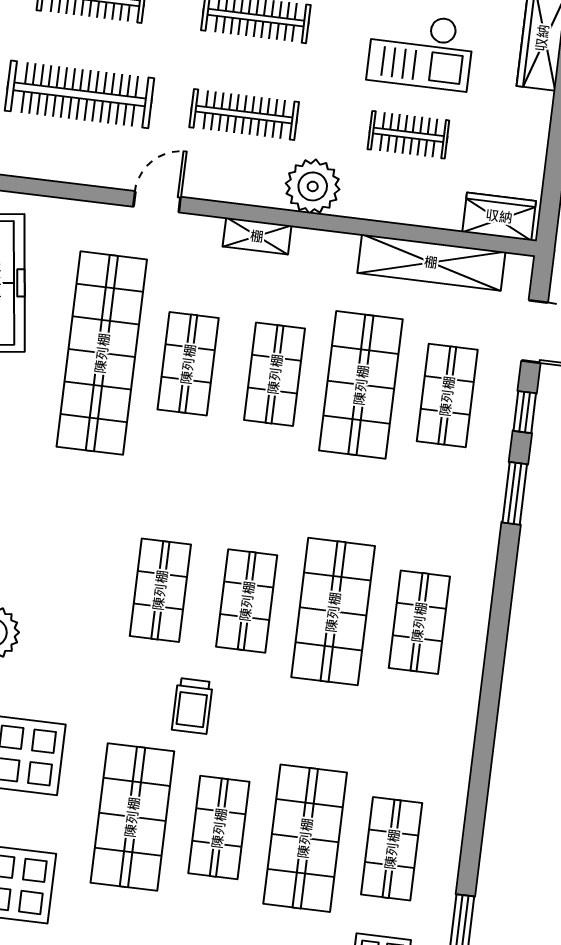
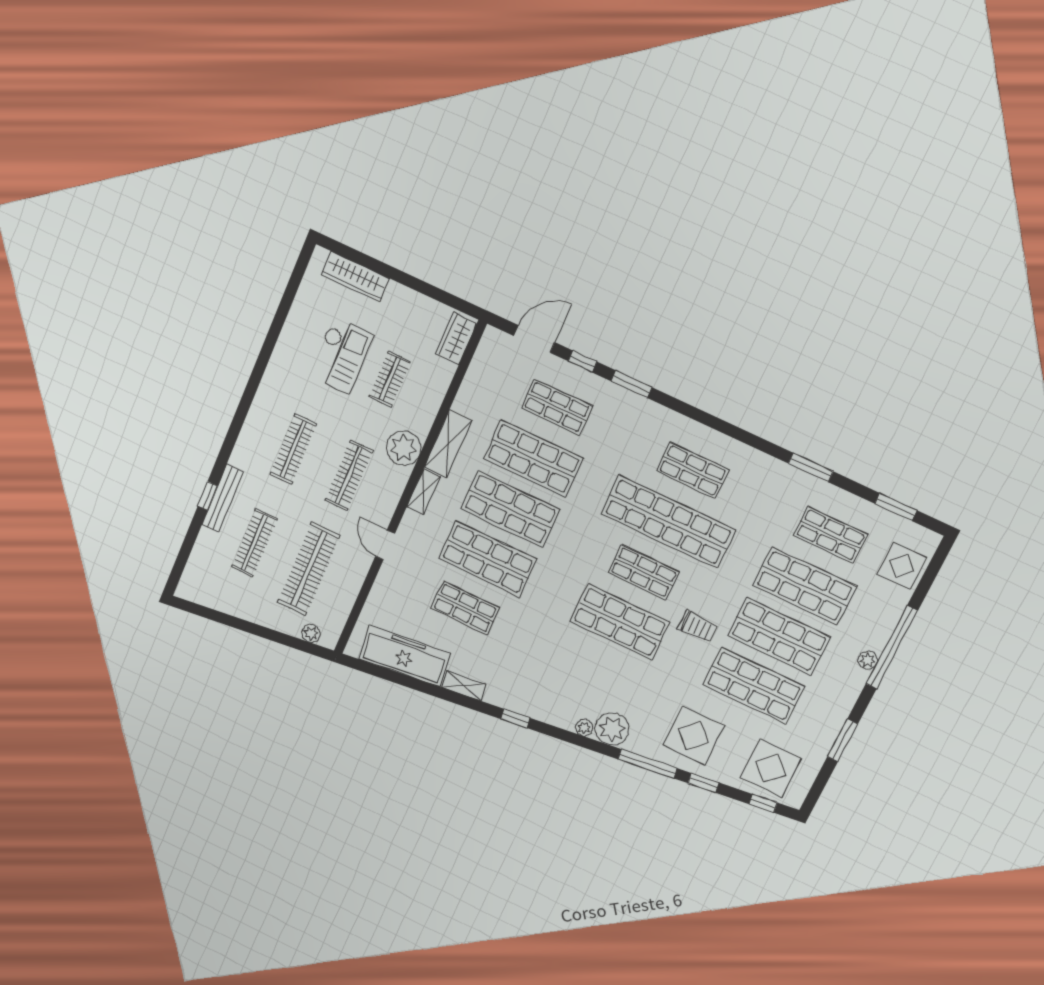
shelving: (431, 262) -> (448, 444), moved, width x0.68
shop shelf: (102, 353) -> (465, 608), width x0.50, depth x0.74
shop shelf: (188, 364) -> (488, 559), width x1.43, depth x1.36
shop shelf: (275, 374) -> (510, 509), width x1.43, depth x1.36
shop shelf: (160, 590) -> (620, 622), width x1.43, depth x1.36
shop shelf: (333, 612) -> (668, 522), width x1.40
window: (479, 788) -> (811, 467), added
shop shelf: (219, 828) -> (779, 636), width x1.43, depth x1.36

